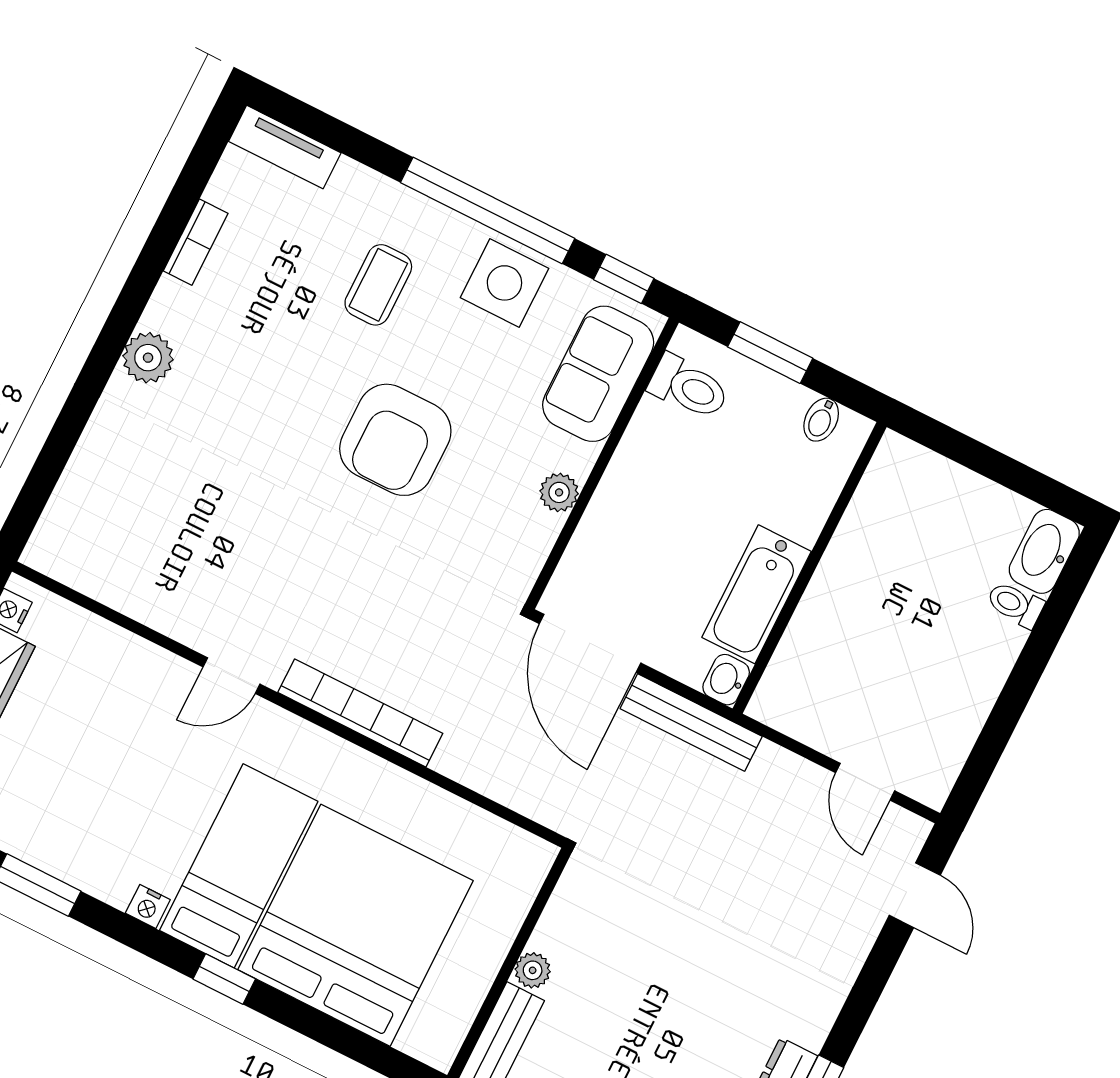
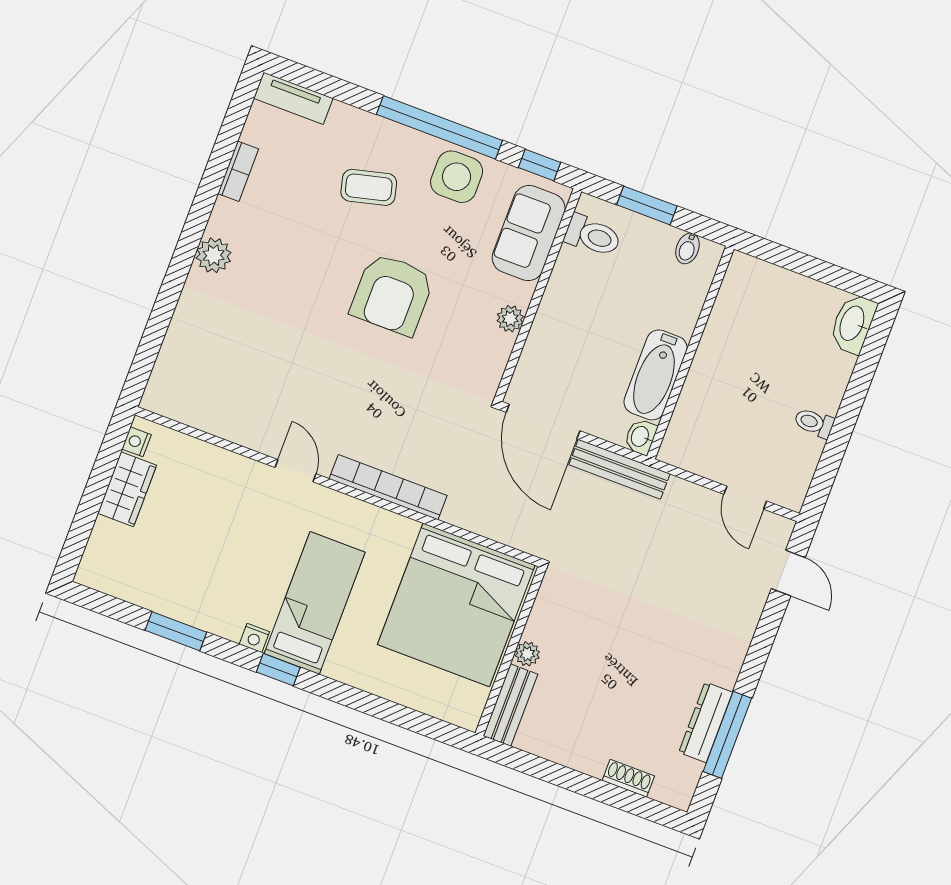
coffee table: (378, 285) -> (369, 187), turned 76
toilet: (1015, 604) -> (814, 423), moved
door: (231, 676) -> (295, 471), swing flipped
bed: (356, 925) -> (456, 605), moved, turned 180
window: (224, 979) -> (278, 670), moved

